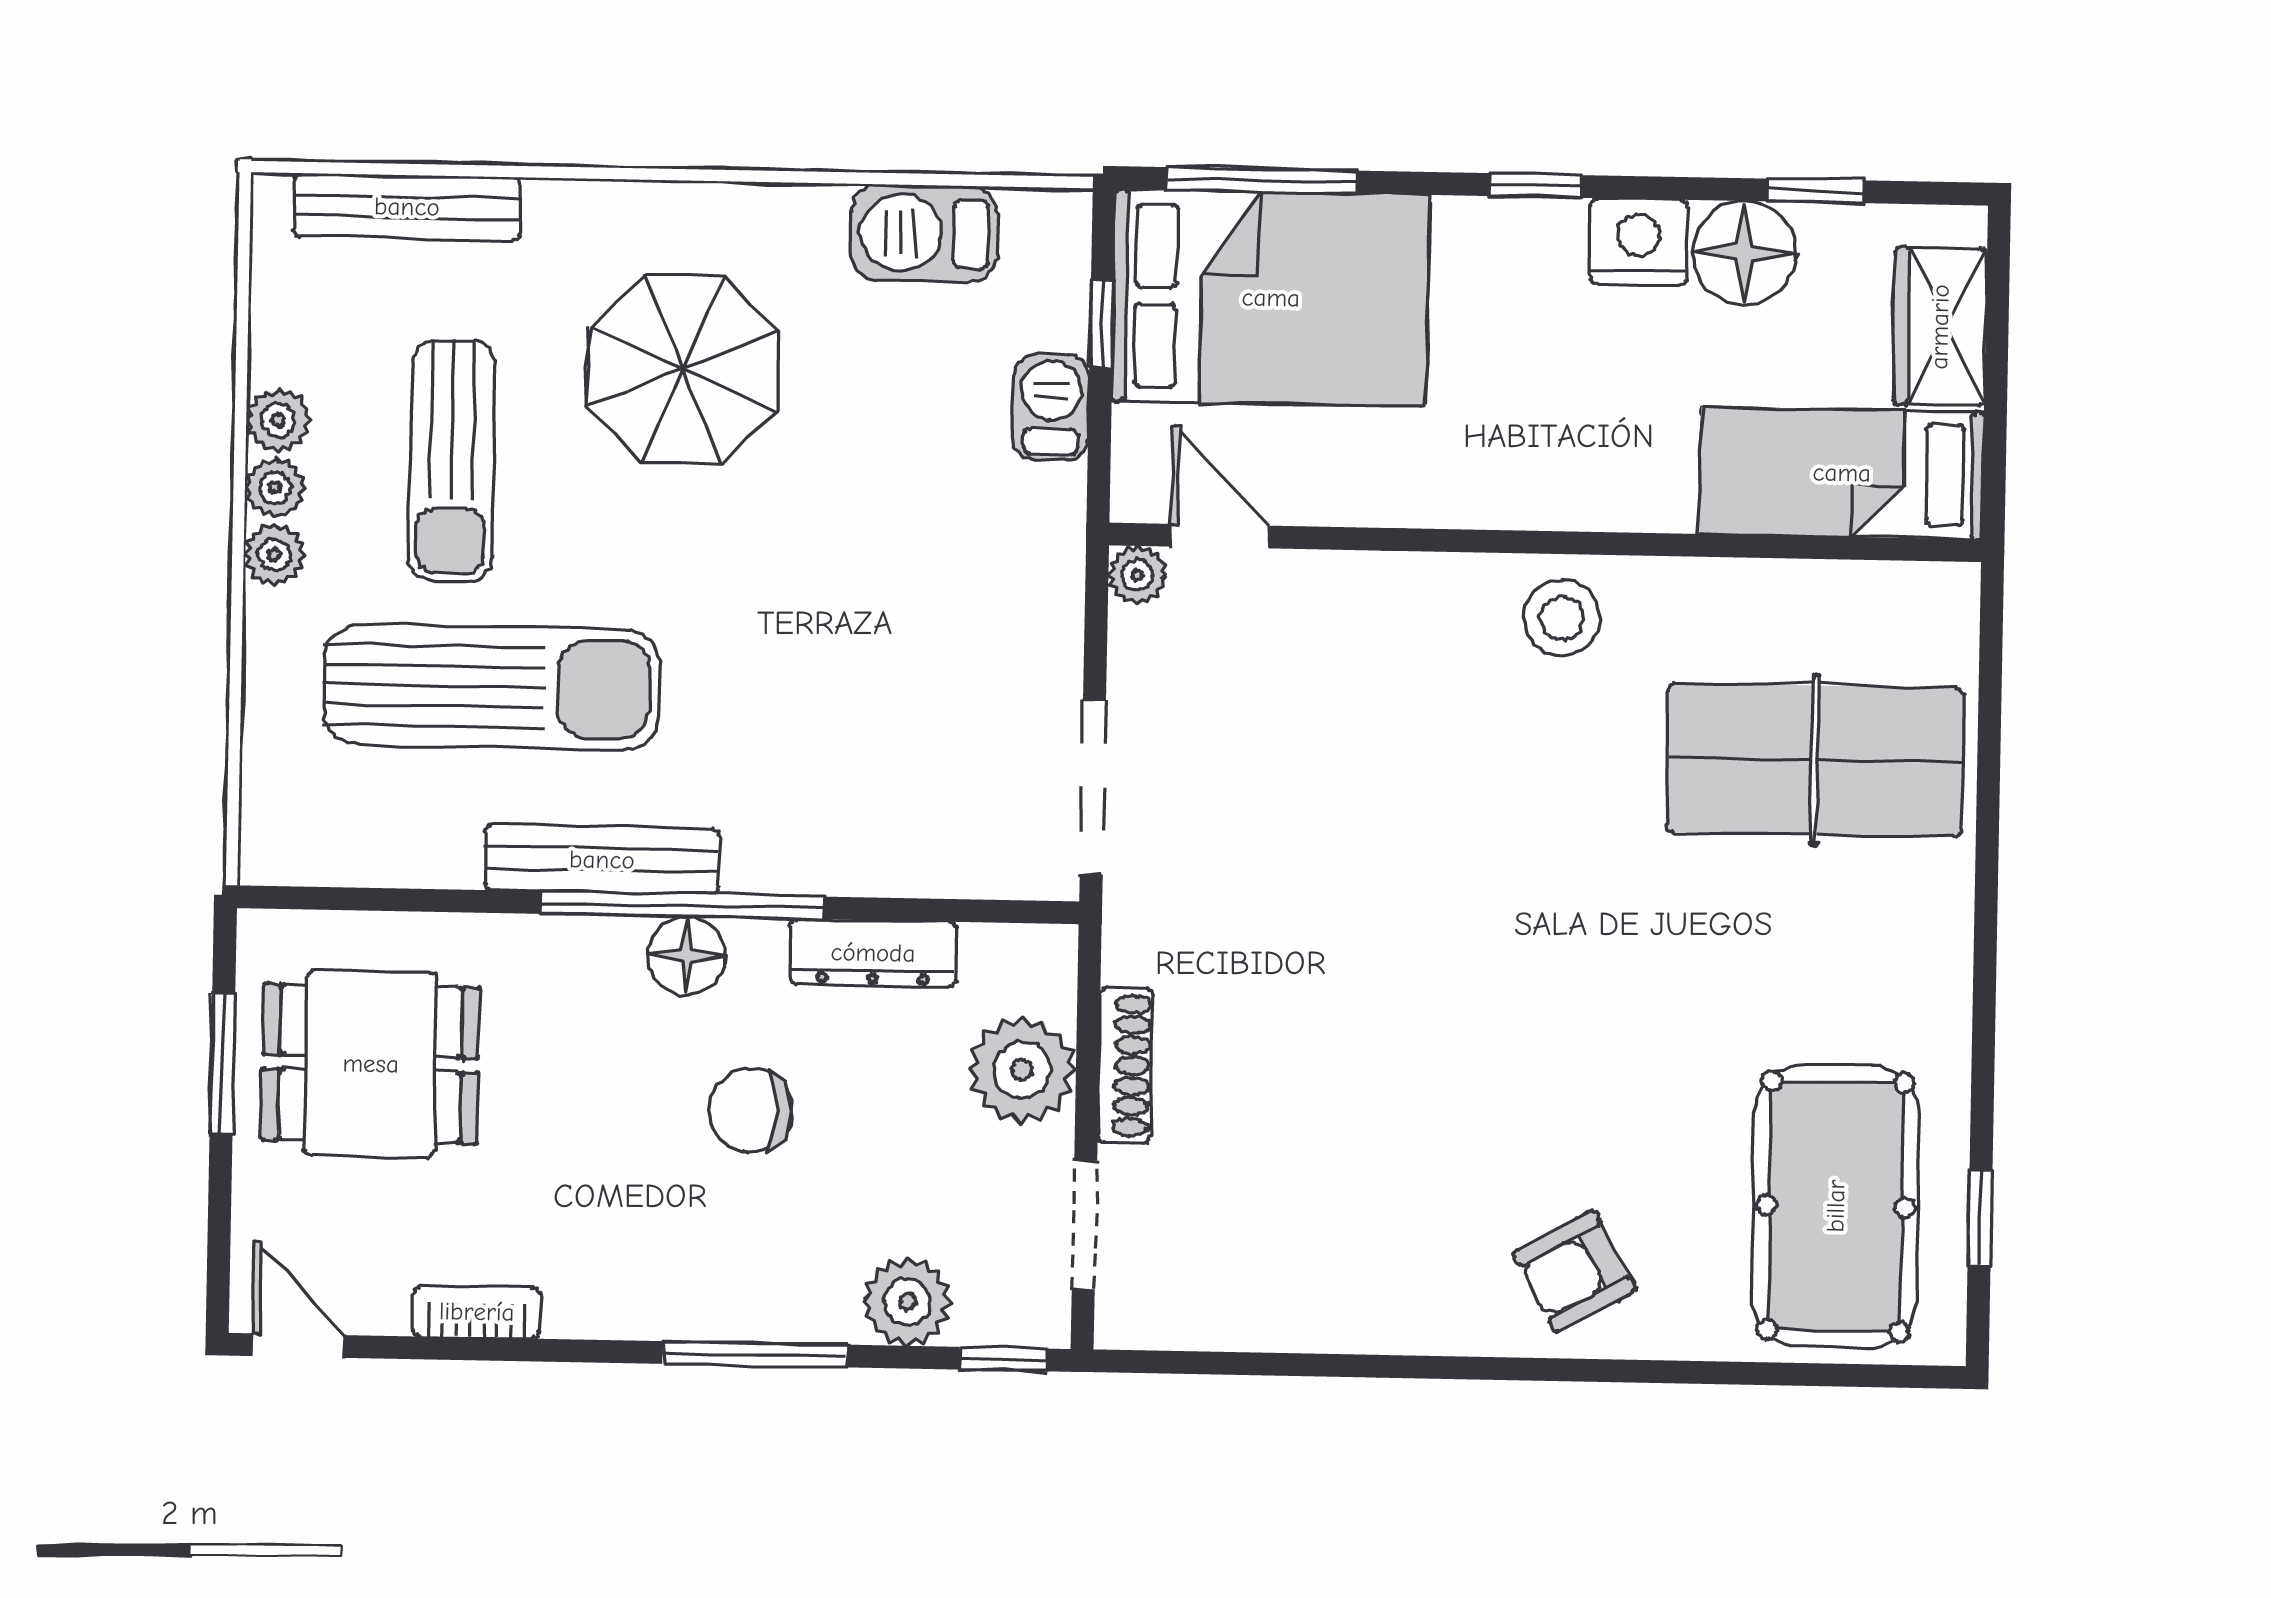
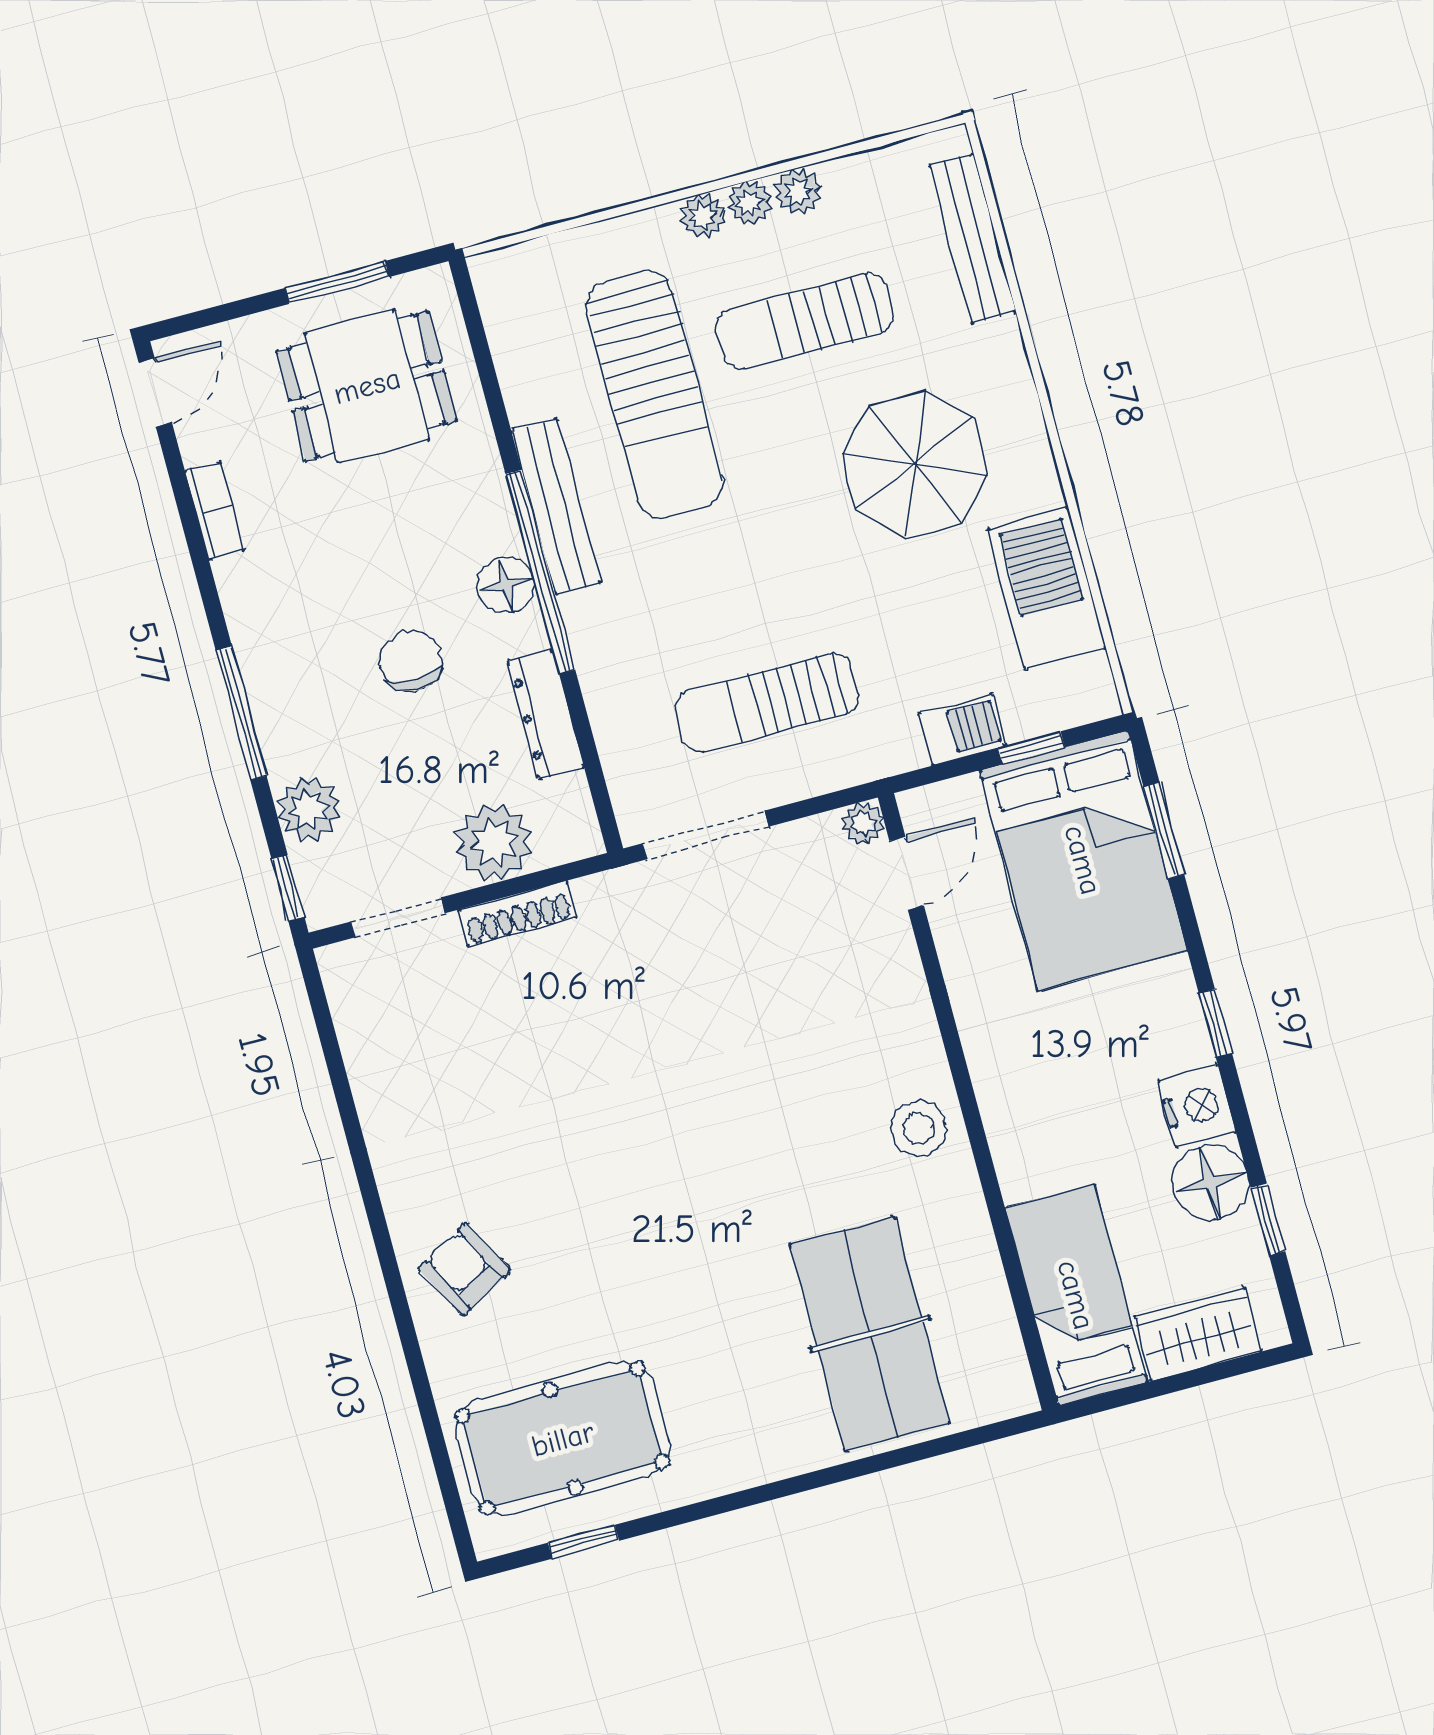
window: (1262, 180) -> (1164, 831), width x0.69
barbecue: (924, 233) -> (1047, 588), width x1.37, depth x1.21
sun lounger: (941, 656) -> (767, 703), added
dining table: (371, 1064) -> (367, 386), turned 90

